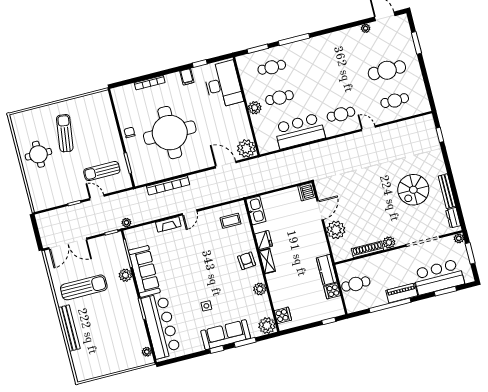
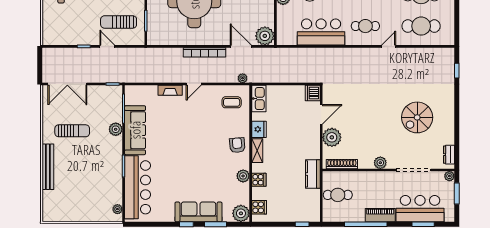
cafe table: (395, 101) -> (421, 26), width x1.37, depth x1.35
door: (368, 128) -> (389, 46), hinge flipped
bookcase: (168, 185) -> (204, 52), moved
bench: (447, 191) -> (450, 127), removed
plant: (126, 223) -> (243, 78), moved
shoe rack: (367, 249) -> (342, 164), moved
sun lounger: (84, 287) -> (72, 131), width x0.73, depth x0.75
cooker: (332, 291) -> (259, 180), moved, turned 180
side table: (206, 306) -> (187, 179), removed

